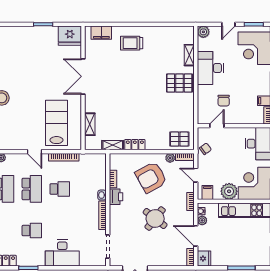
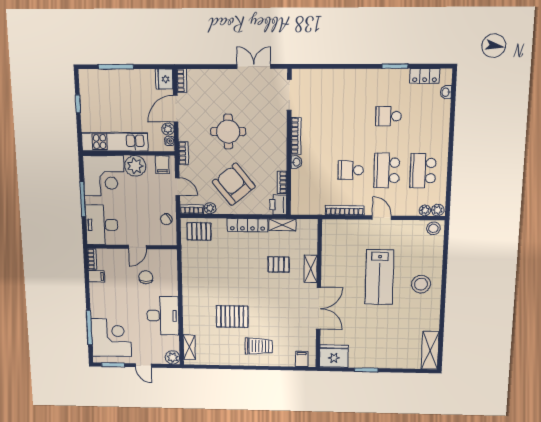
door: (228, 24) -> (143, 365), swing flipped
filing cabinet: (101, 33) -> (302, 359), width x0.50
shelving: (189, 55) -> (189, 347), moved
pallet: (179, 83) -> (232, 317), moved
pallet: (115, 113) -> (279, 264), added
lab bench: (57, 123) -> (379, 277), moved
shelving: (90, 124) -> (311, 269), moved
door: (217, 126) -> (137, 247), moved
locker: (135, 145) -> (247, 225), width x1.53
armchair: (151, 177) -> (234, 184), turned -100
printer: (116, 197) -> (278, 205), moved
round table: (155, 219) -> (228, 132), turned -38
door: (196, 236) -> (176, 109), swing flipped
desk: (62, 253) -> (349, 86), removed

